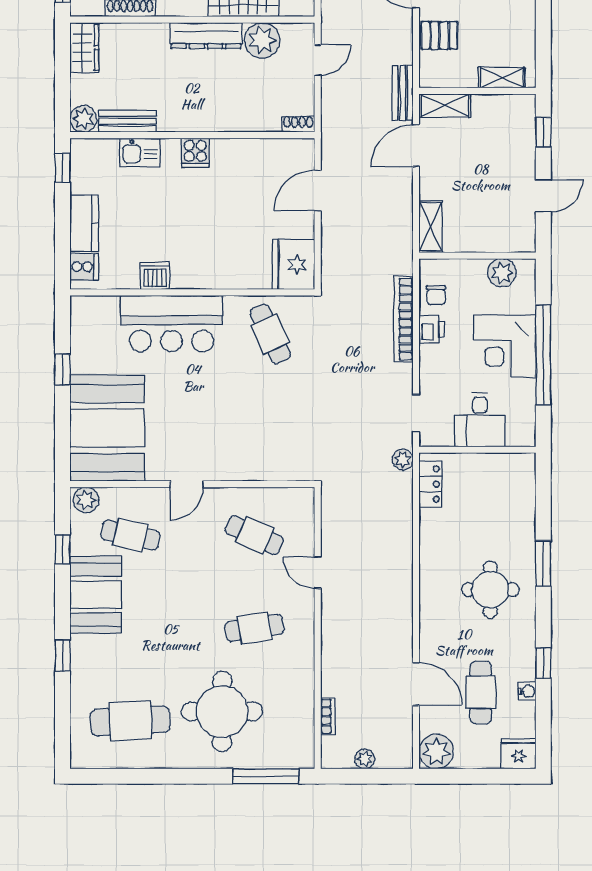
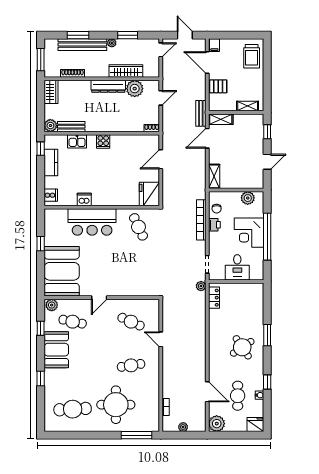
kitchen counter: (84, 223) -> (51, 163), moved
round table: (490, 590) -> (242, 347), turned -34

